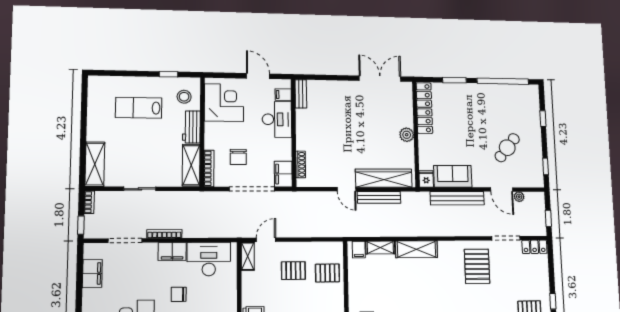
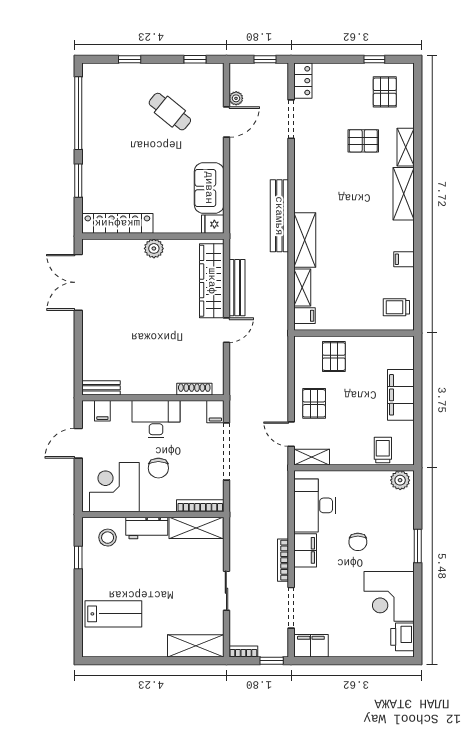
lab bench: (139, 108) -> (113, 614), moved, turned -90
desk: (277, 119) -> (156, 419), moved
chair: (238, 157) -> (158, 468), moved, turned 90
filing cabinet: (283, 174) -> (215, 412), width x0.50
bench: (457, 198) -> (279, 216), moved
pallet: (477, 266) -> (363, 141), moved, width x0.67, depth x0.71
pallet: (293, 271) -> (314, 403), moved
filing cabinet: (92, 273) -> (311, 646), moved

